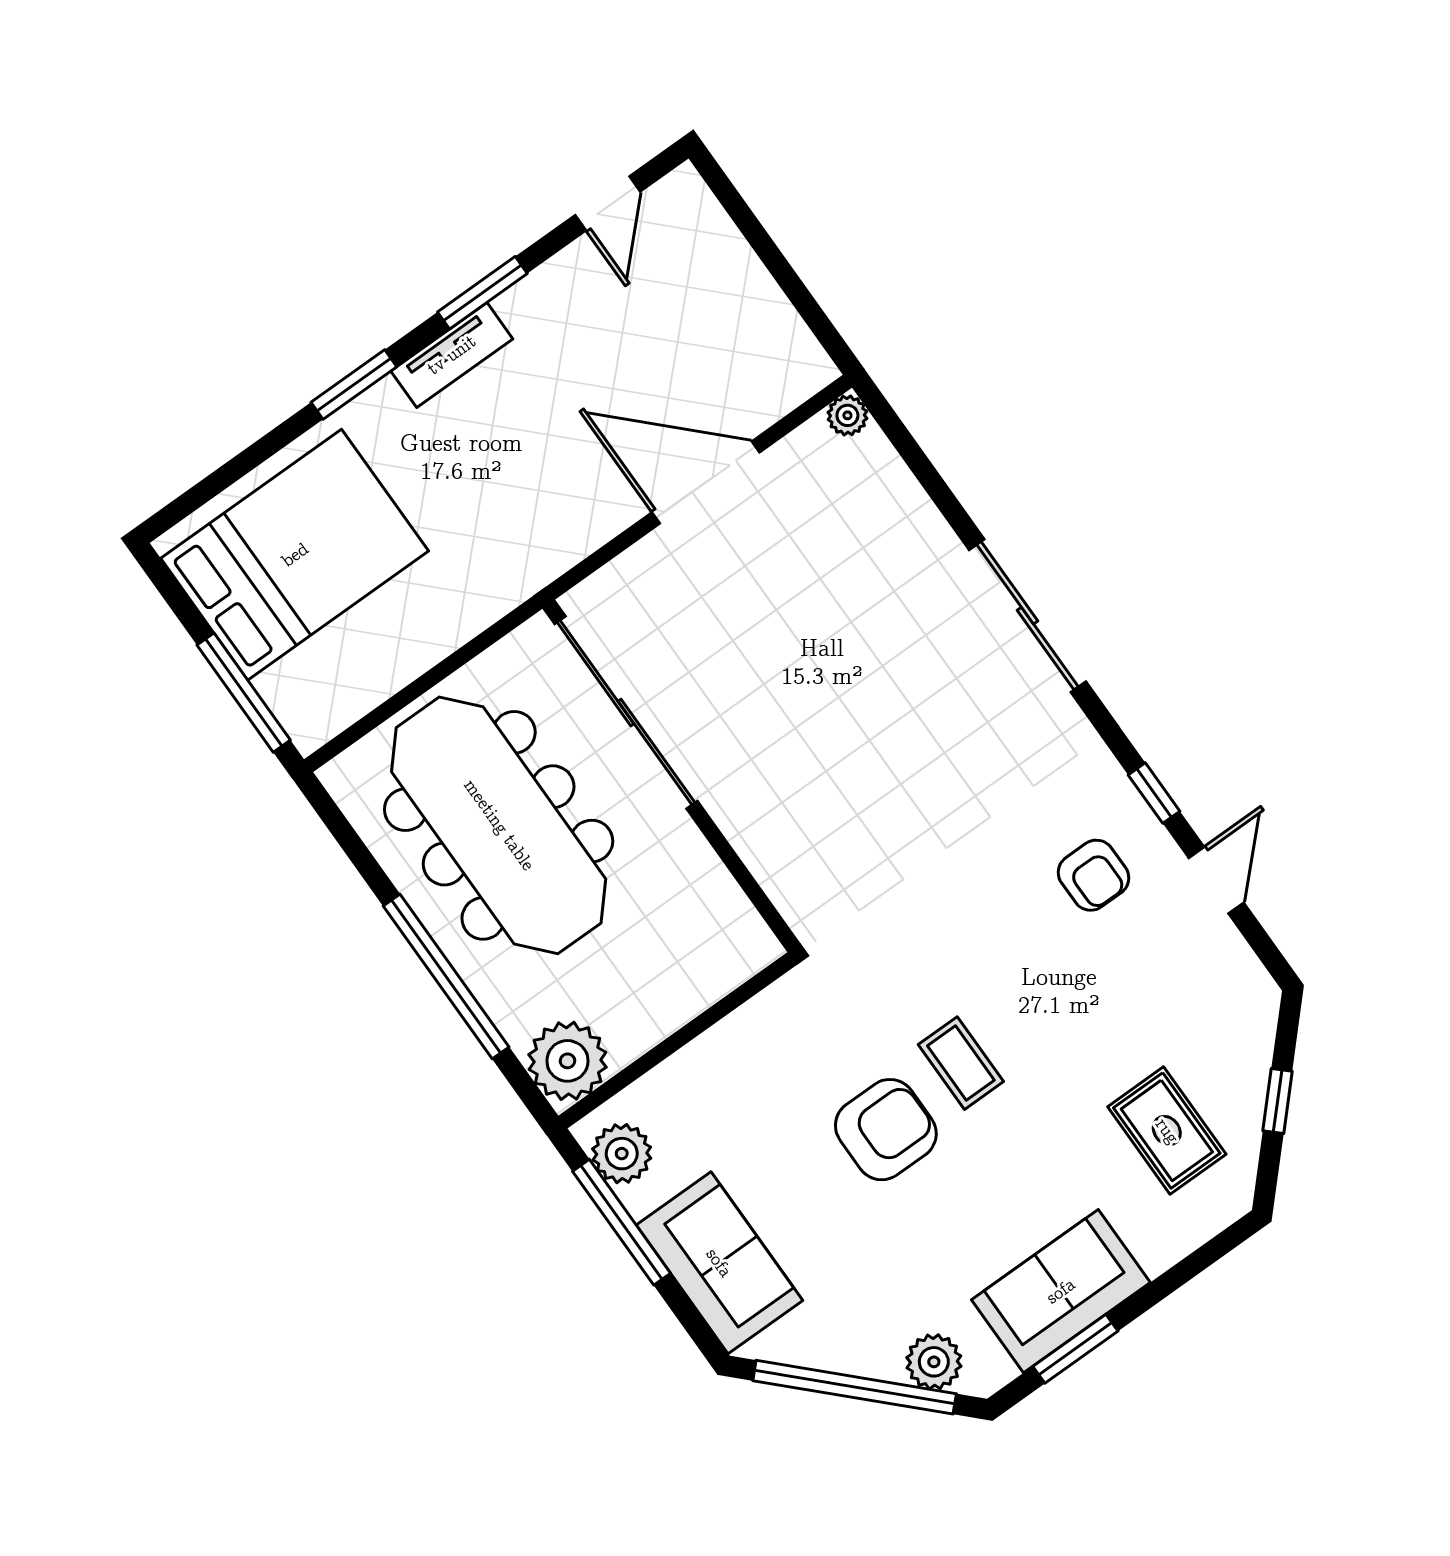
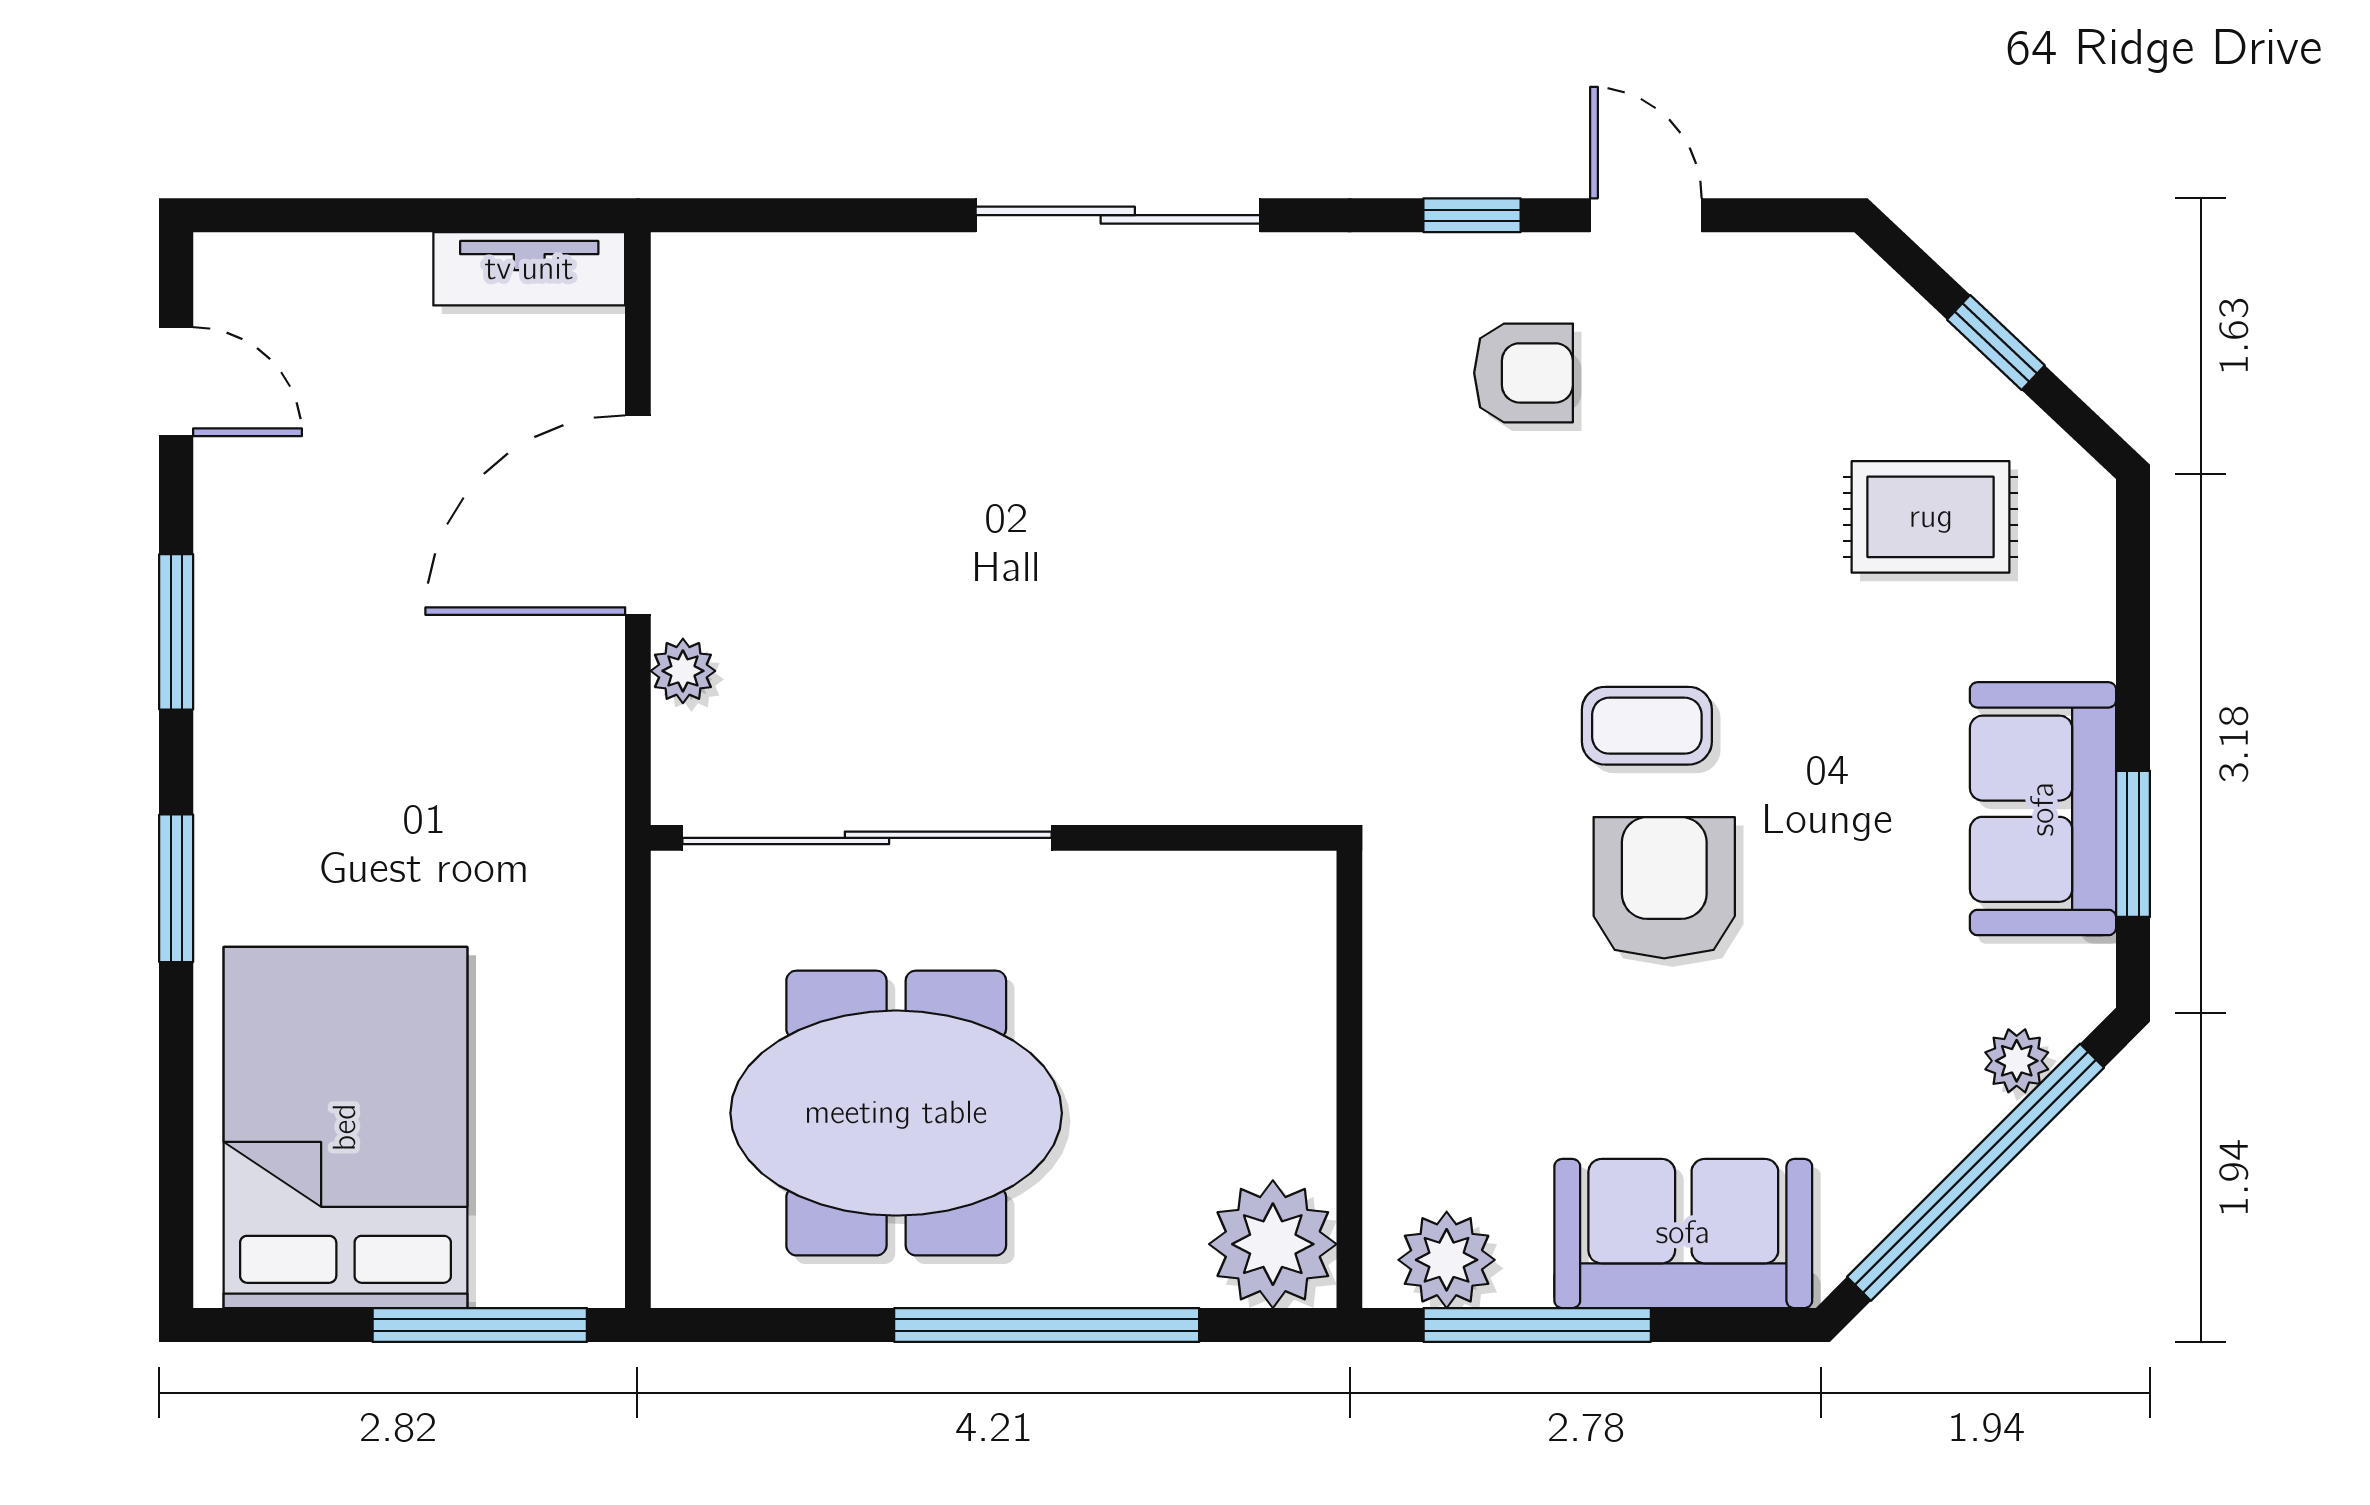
tv unit: (452, 355) -> (529, 269), moved, turned 90
plant: (847, 415) -> (683, 671), moved
meeting table: (499, 825) -> (896, 1113), width x0.73
plant: (934, 1362) -> (2017, 1061), width x0.73, depth x0.73

